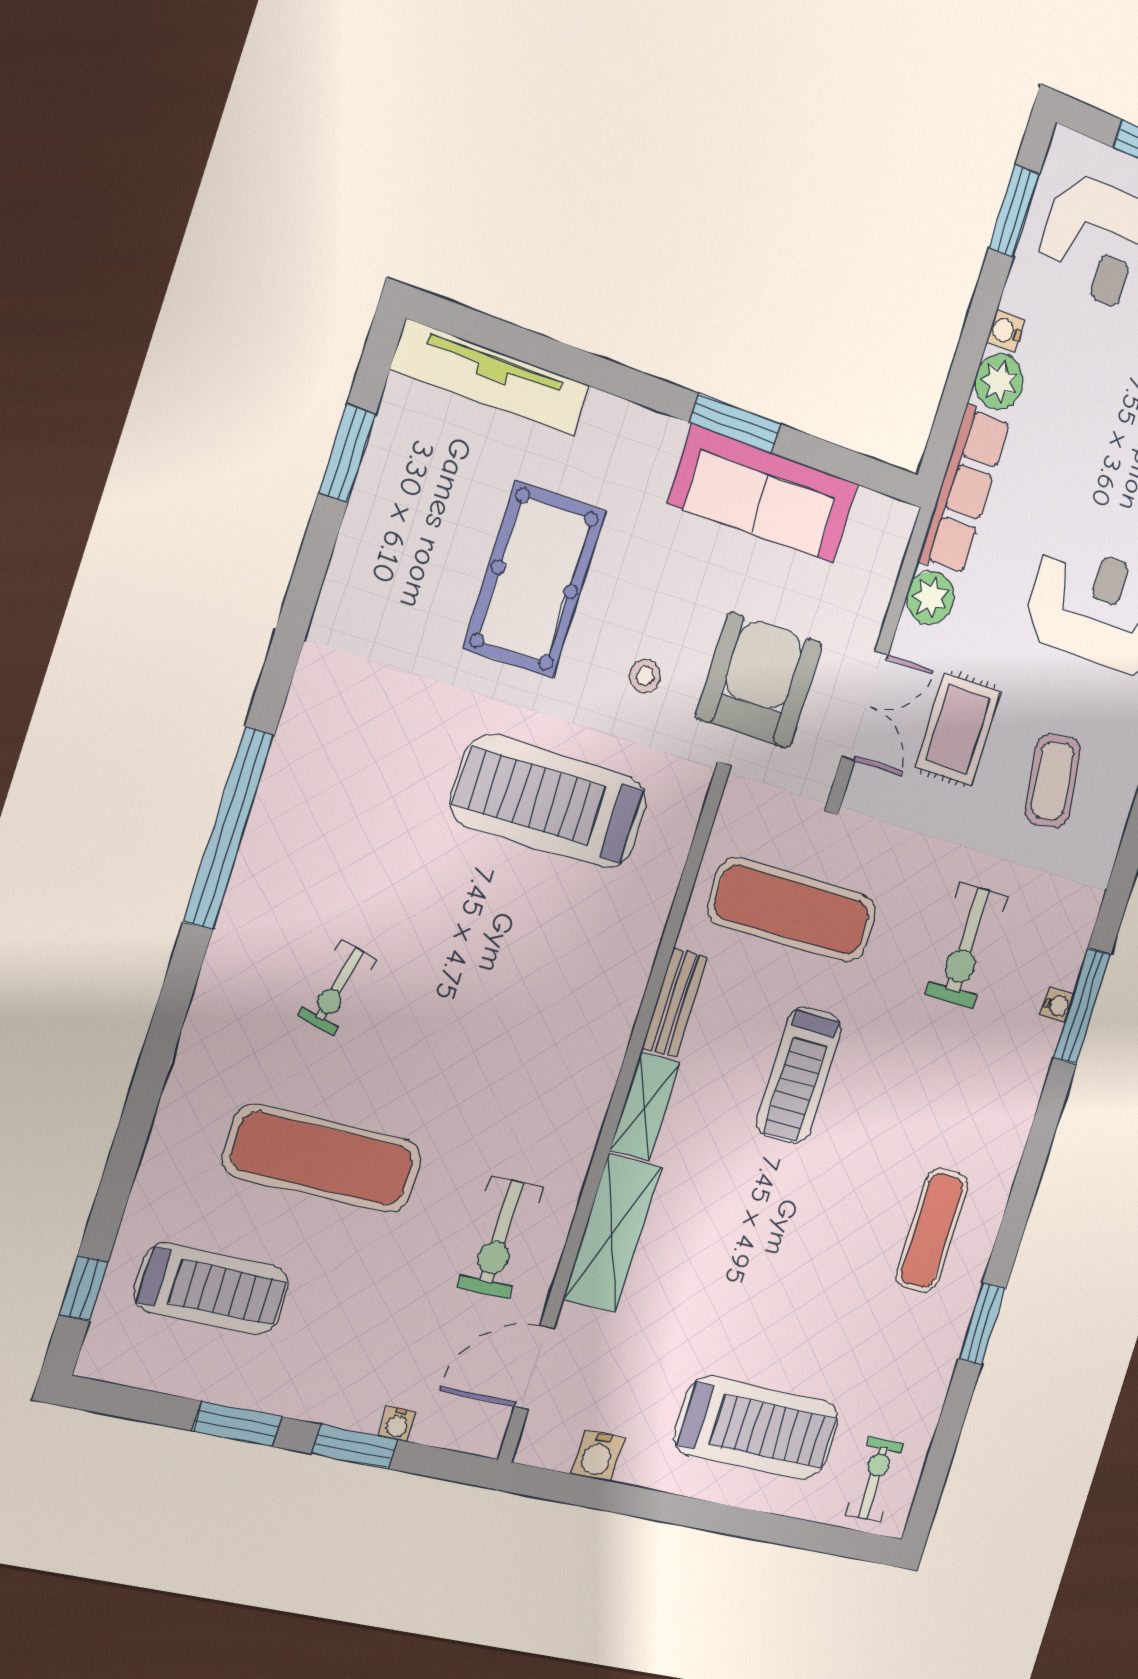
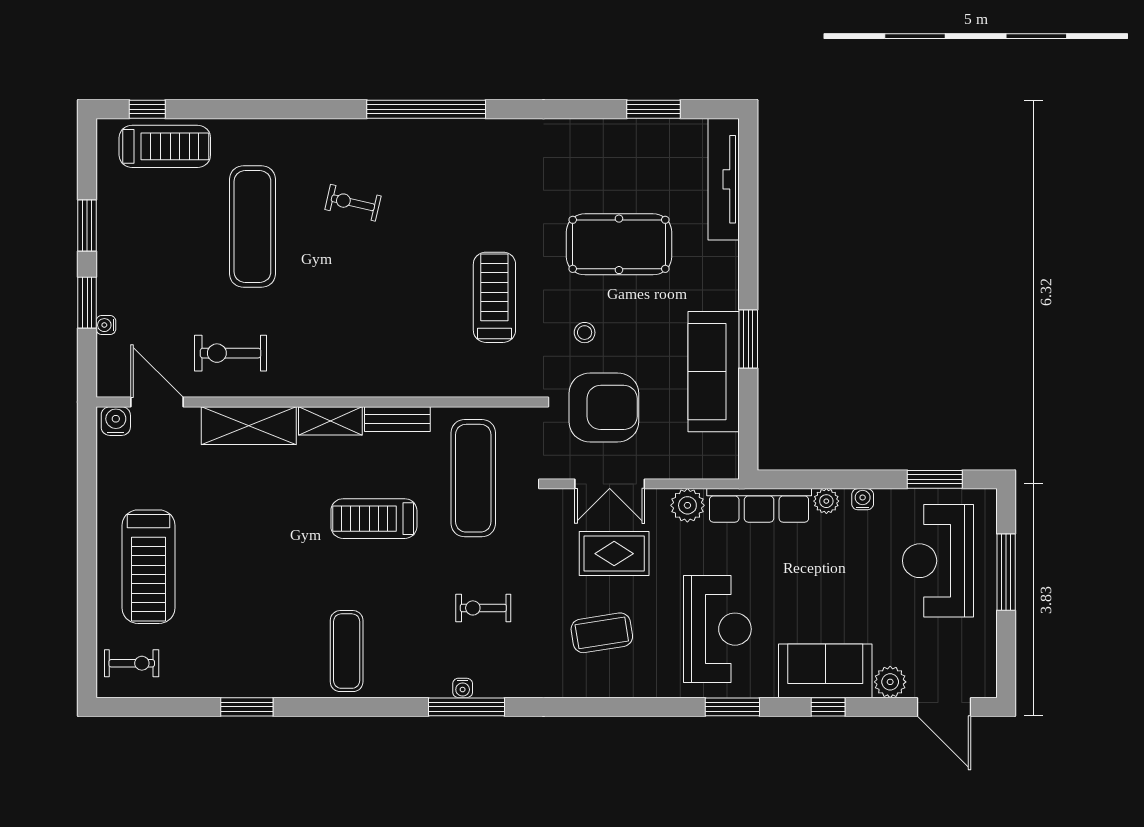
plant: (999, 382) -> (826, 501), width x0.73, depth x0.73
treadmill: (550, 802) -> (494, 297), width x0.73, depth x0.73
exercise bike: (966, 945) -> (483, 608), width x0.73, depth x0.72
exercise mat: (932, 1230) -> (347, 651), moved, turned 90
treadmill: (212, 1289) -> (165, 146), moved, turned -90
water cooler: (598, 1456) -> (116, 421), moved, turned 90

